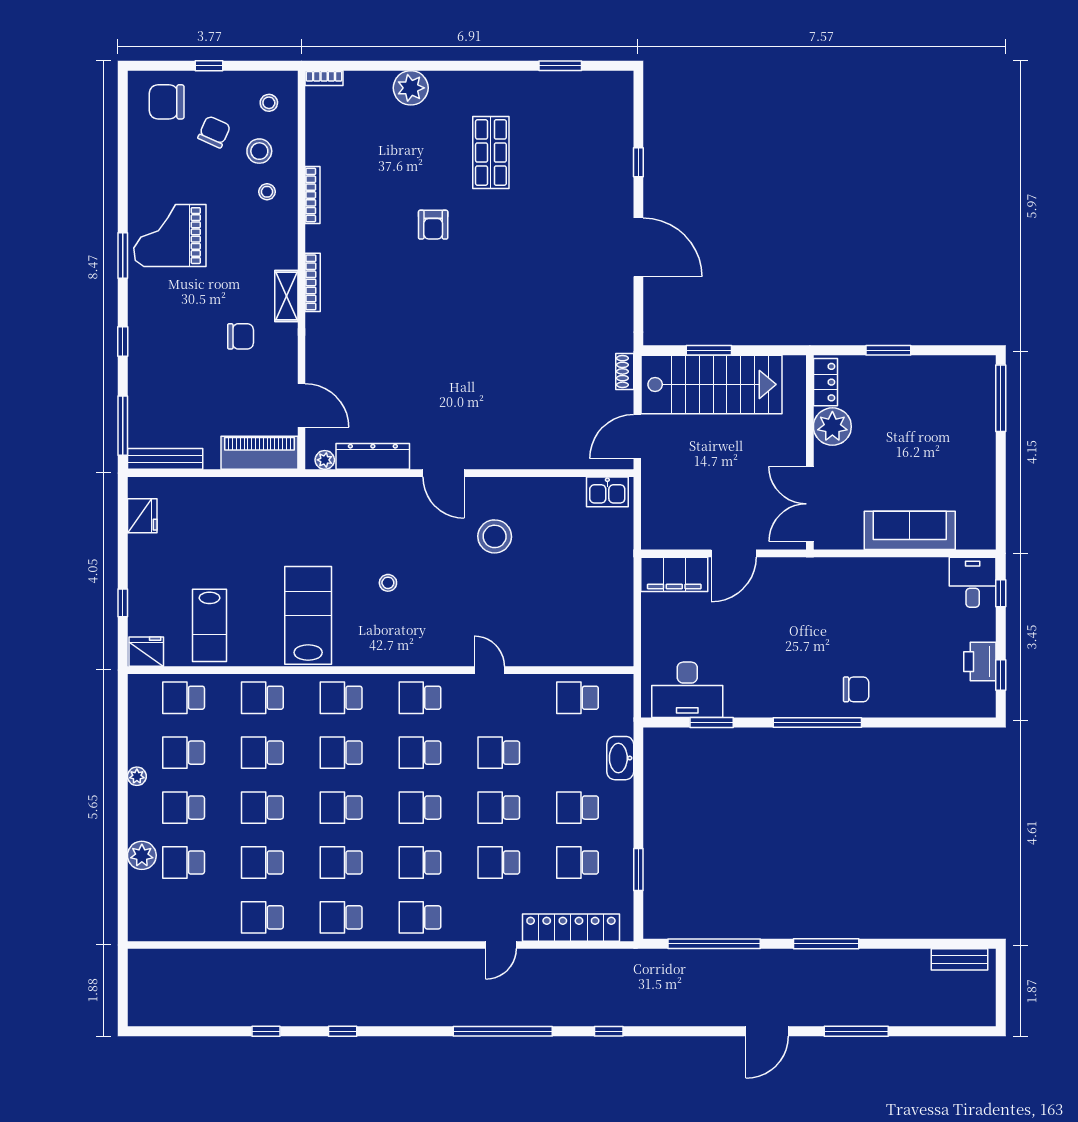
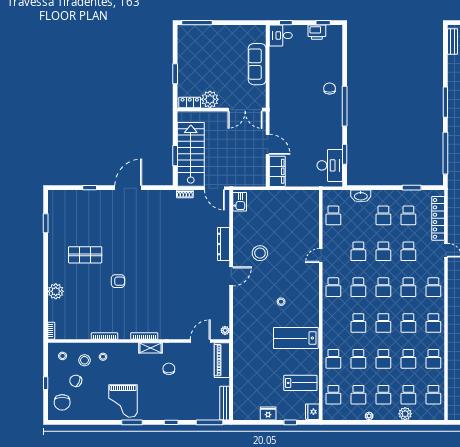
dresser: (373, 456) -> (224, 244), moved
fridge: (142, 516) -> (268, 414), moved
school desk: (341, 698) -> (433, 395), moved

